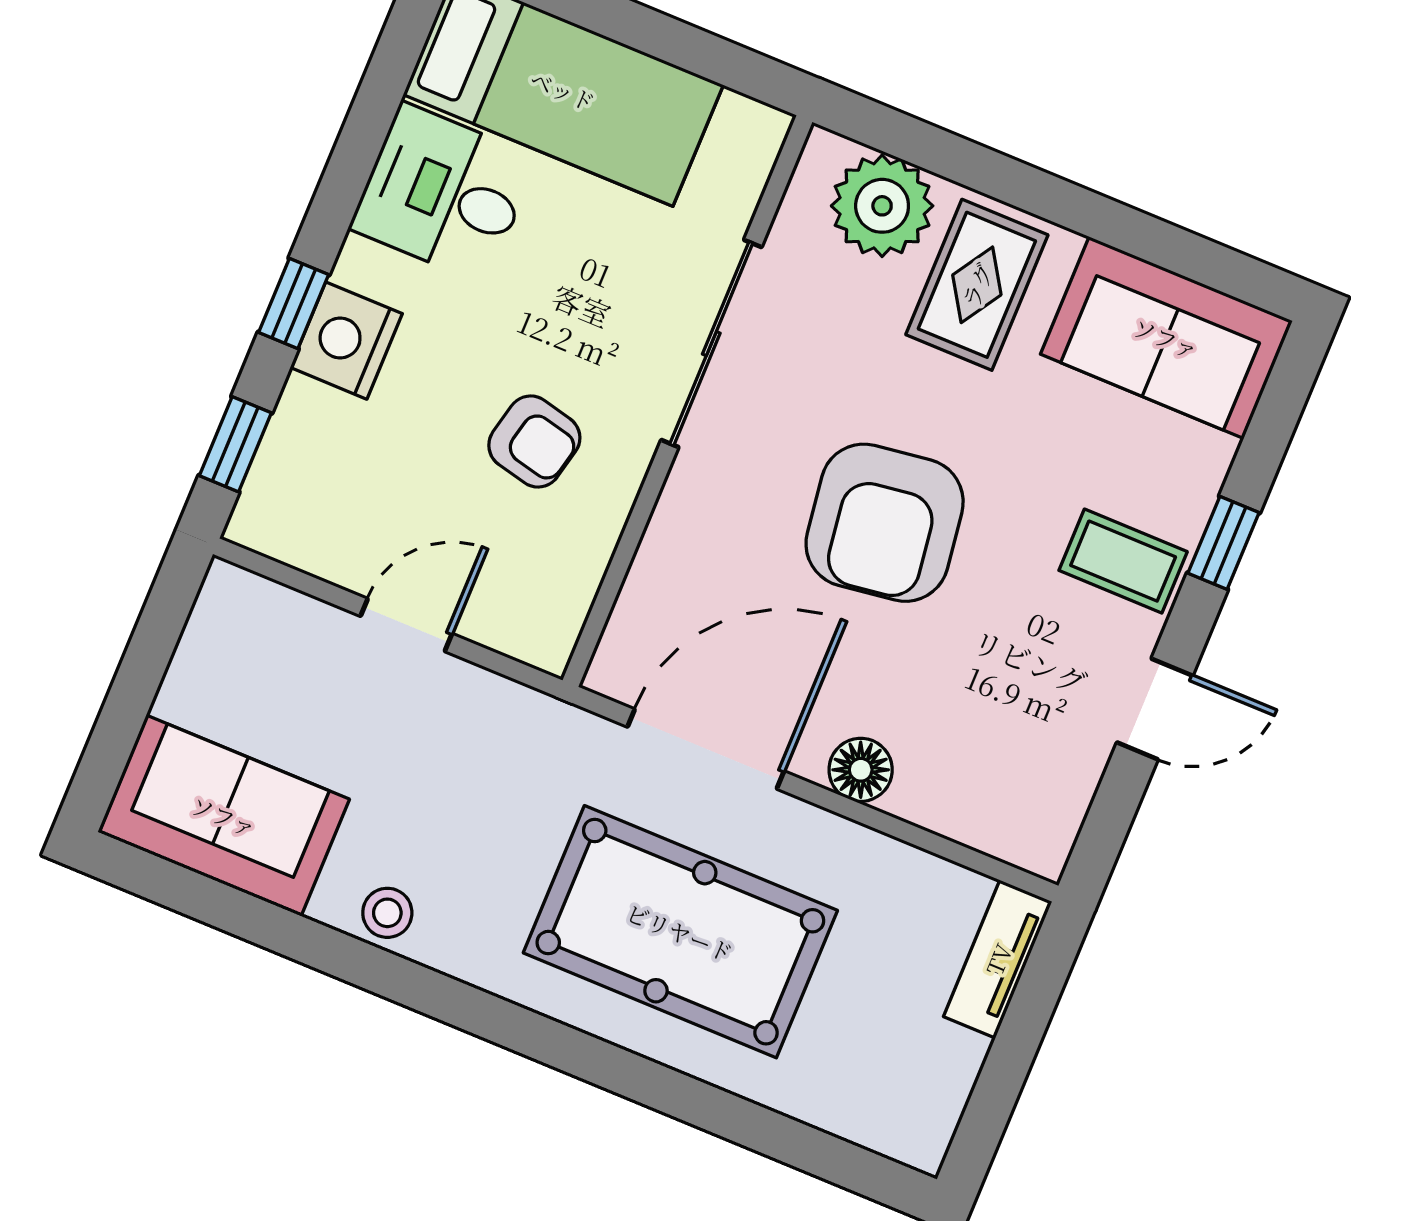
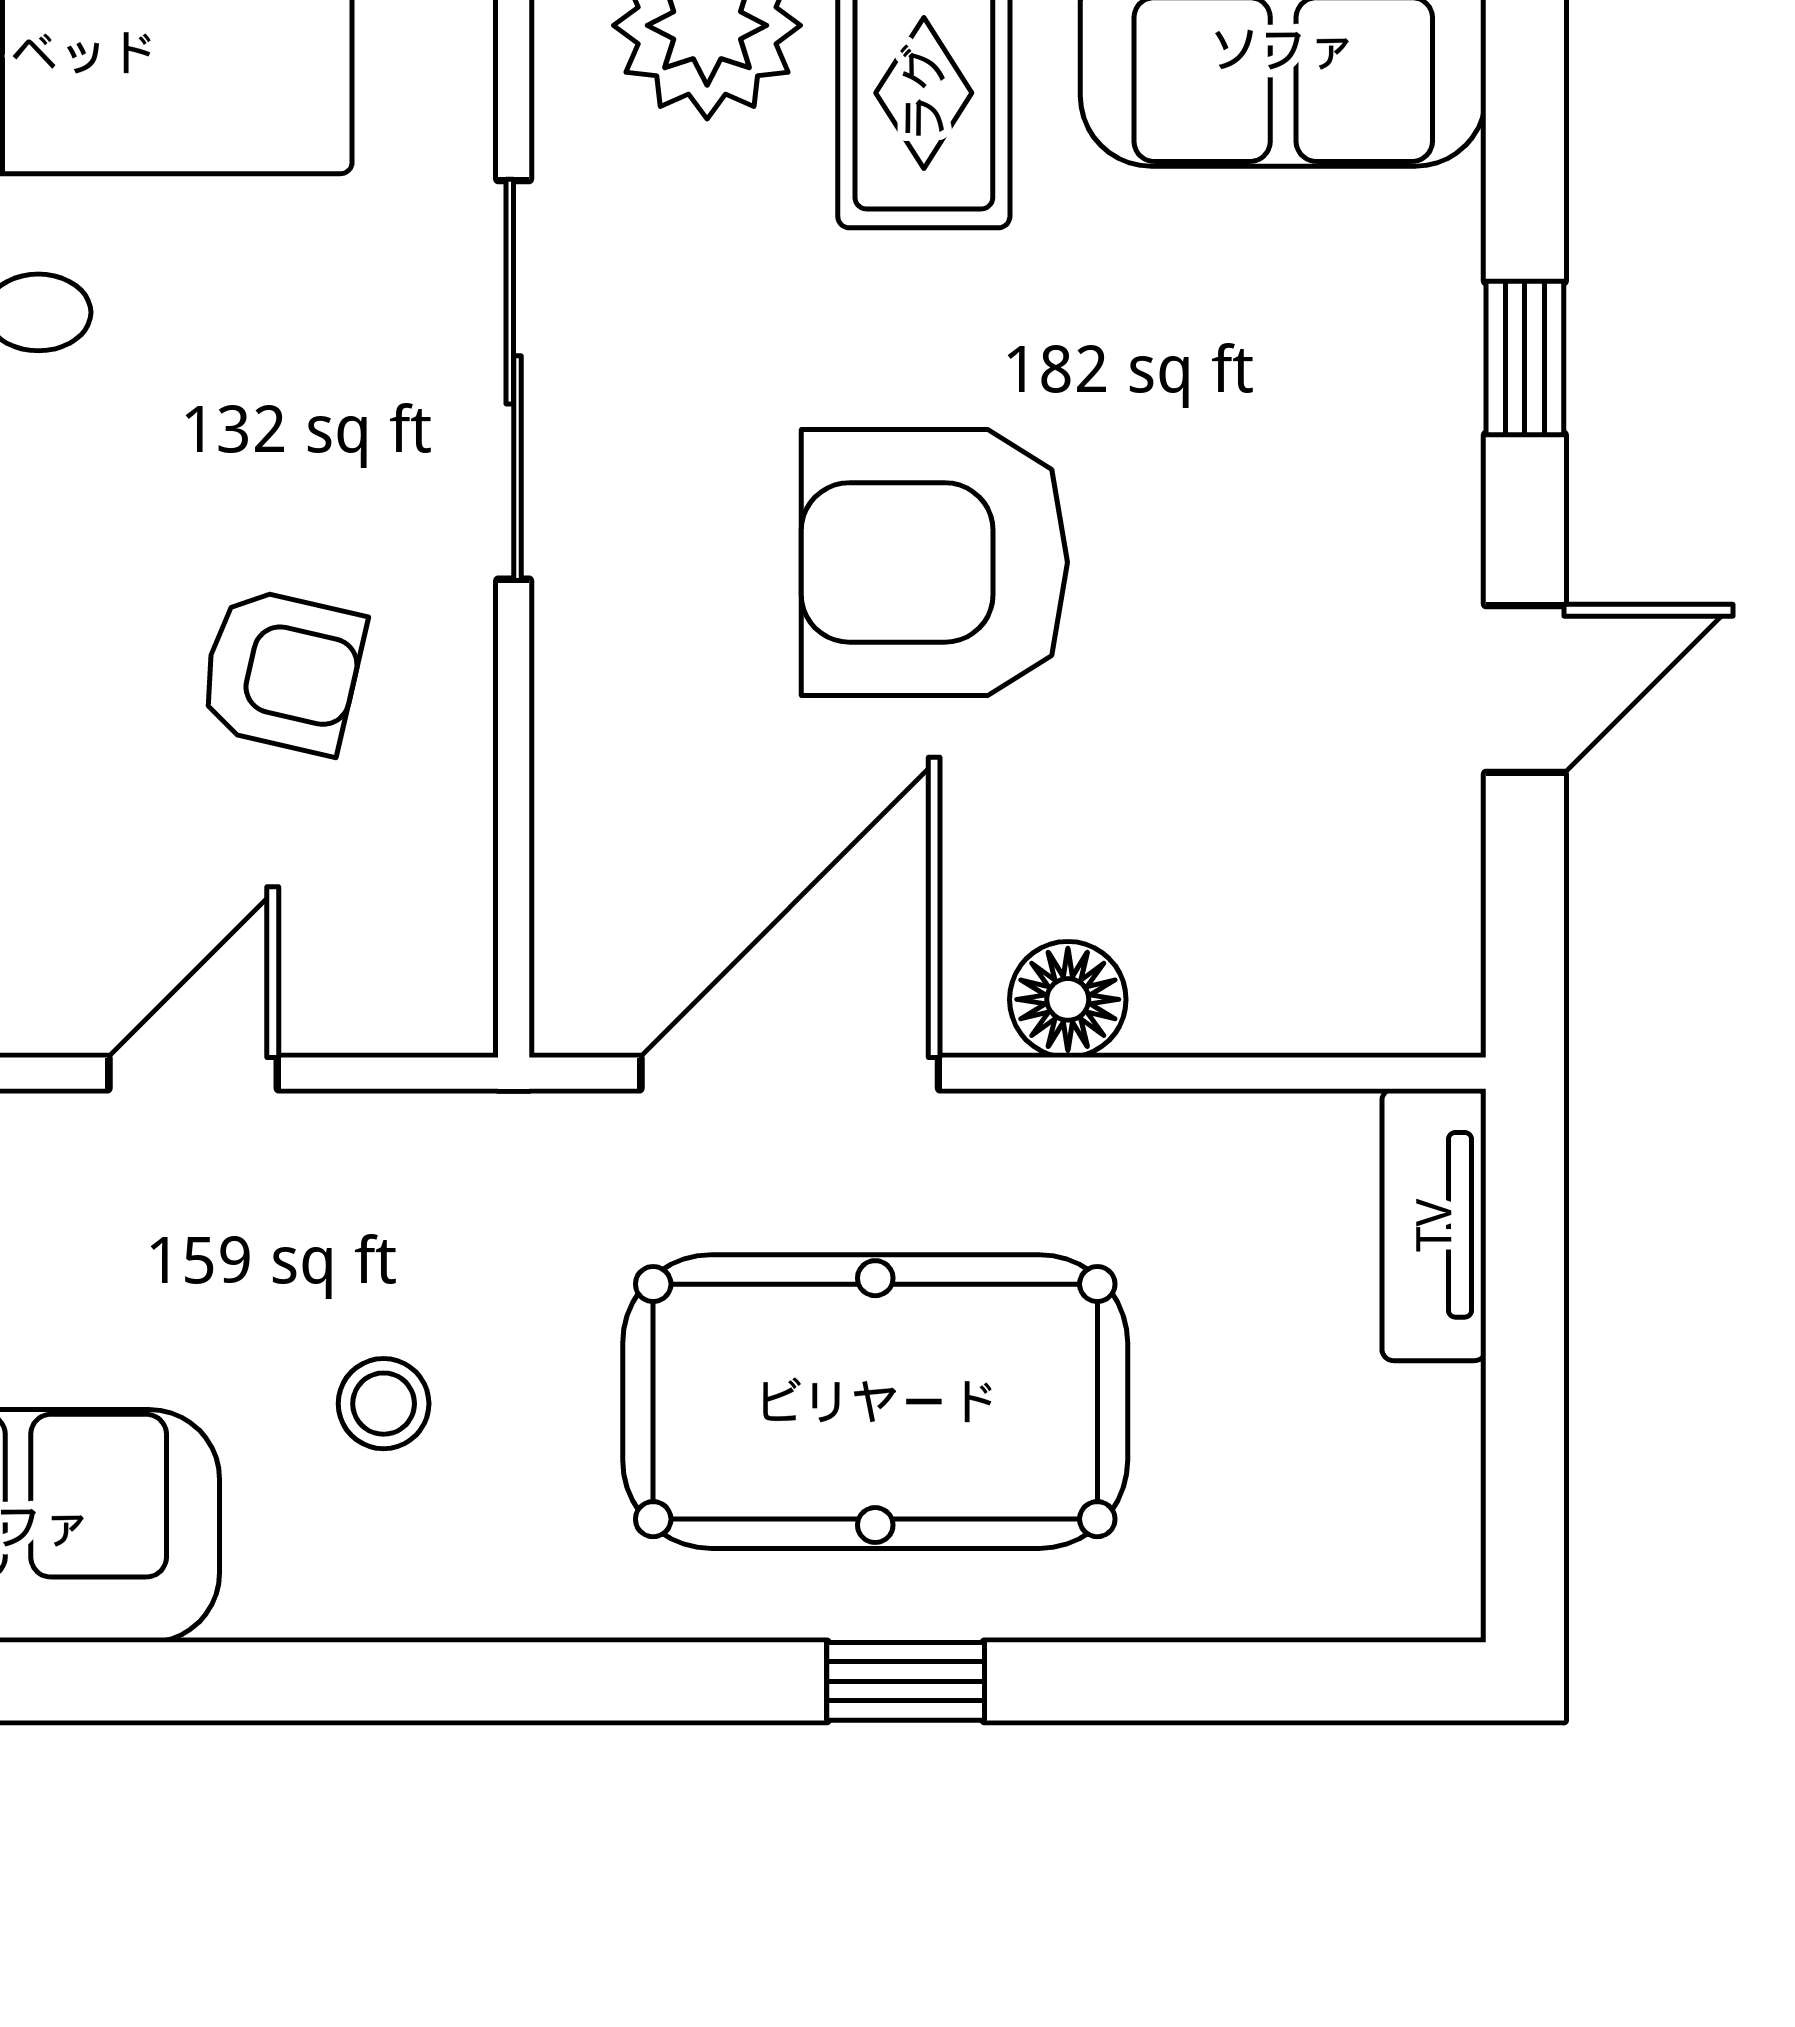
armchair: (885, 523) -> (934, 562), turned 98
coffee table: (1123, 561) -> (1367, 460), removed
stool: (387, 913) -> (384, 1404), moved
window: (637, 1078) -> (906, 1681), added

